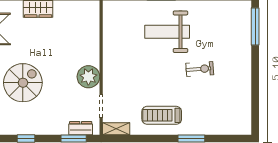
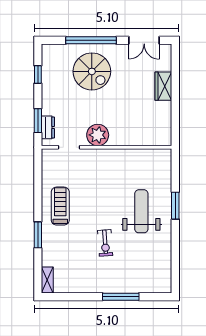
window: (255, 26) -> (121, 297), moved
shelving: (116, 129) -> (47, 280), moved

